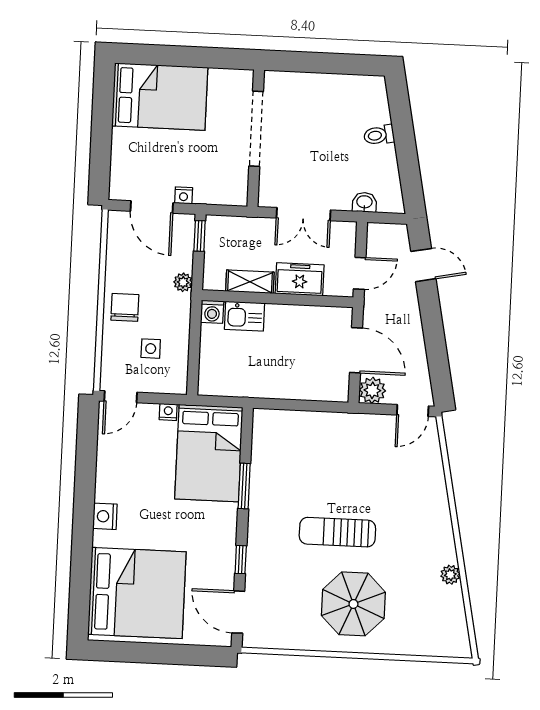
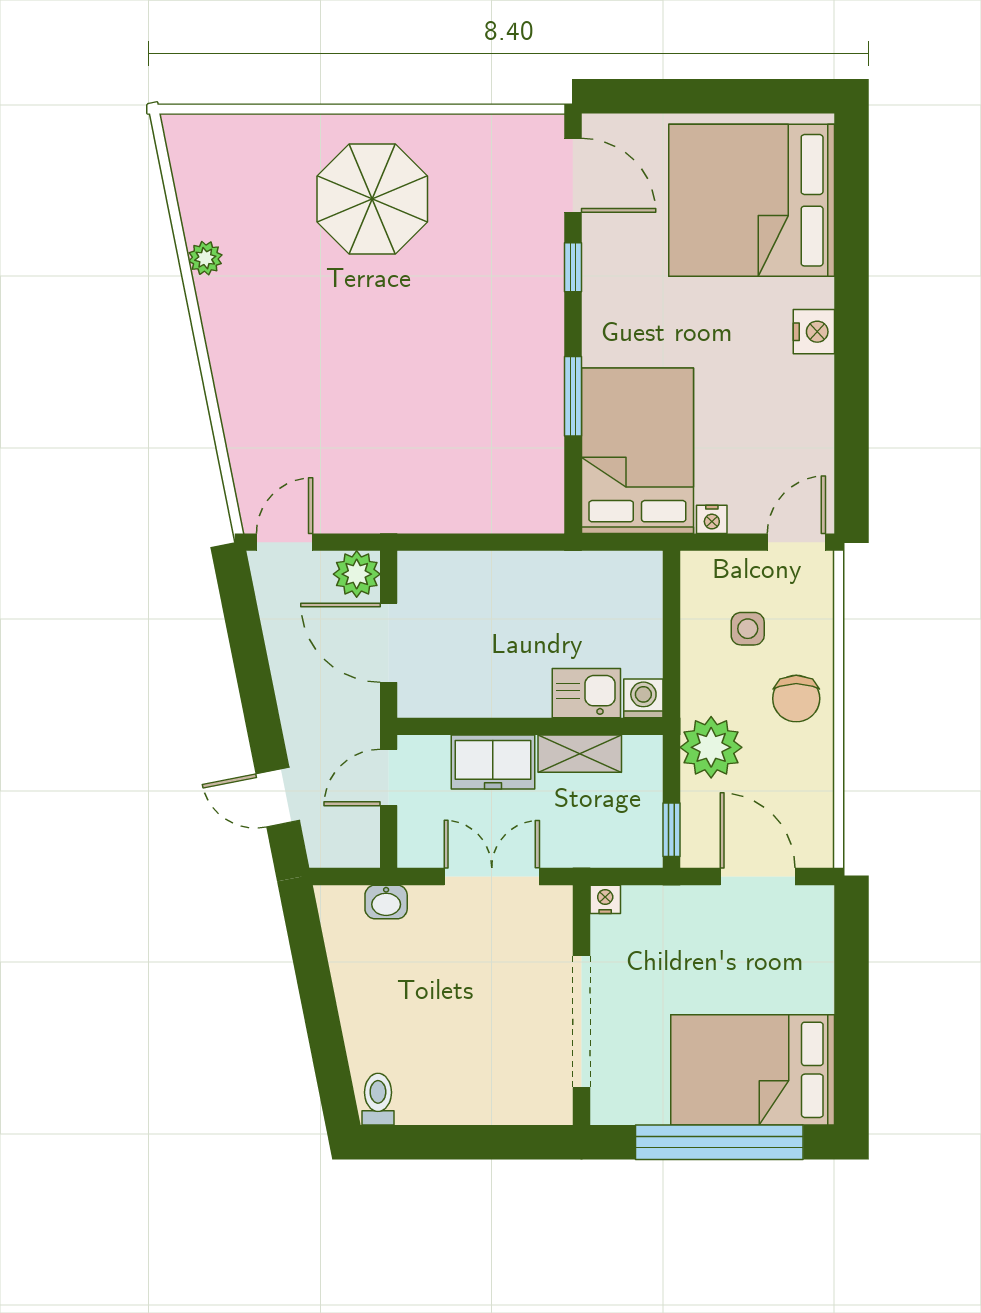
window: (181, 56) -> (719, 1142), added
toilet: (379, 135) -> (378, 1099), moved, turned -79
nightstand: (184, 195) -> (605, 899), moved
plant: (183, 282) -> (711, 747), width x1.87, depth x1.87
sun lounger: (337, 532) -> (406, 323), removed

